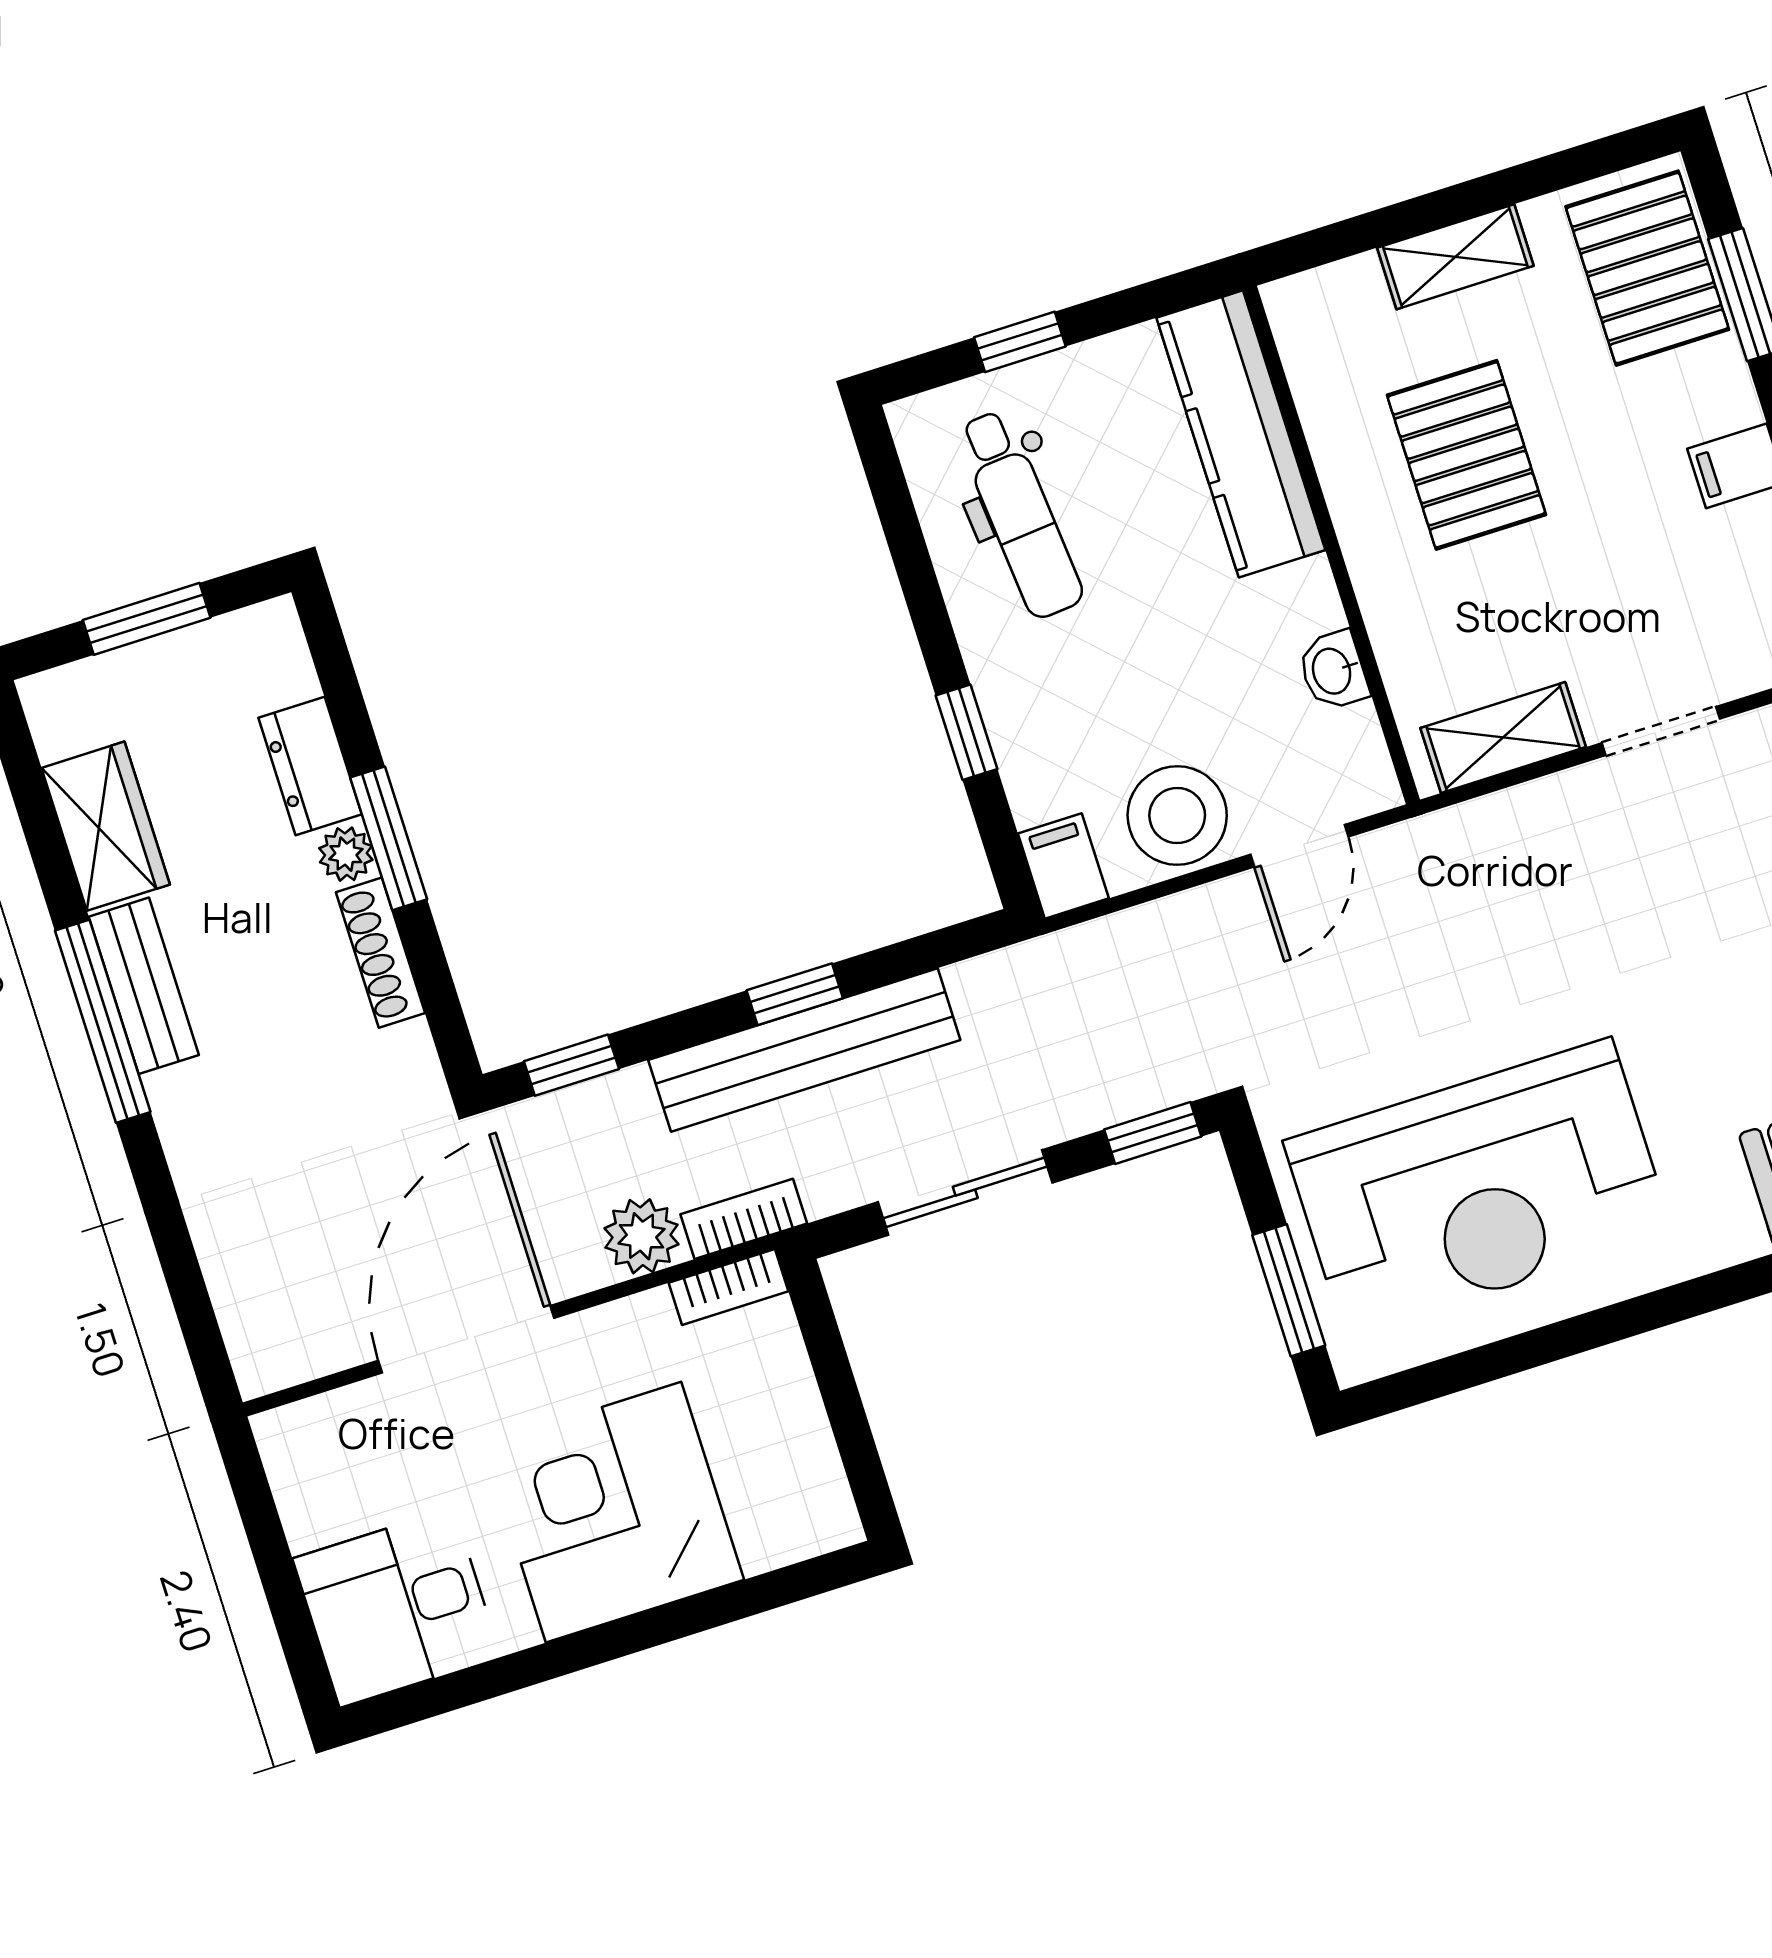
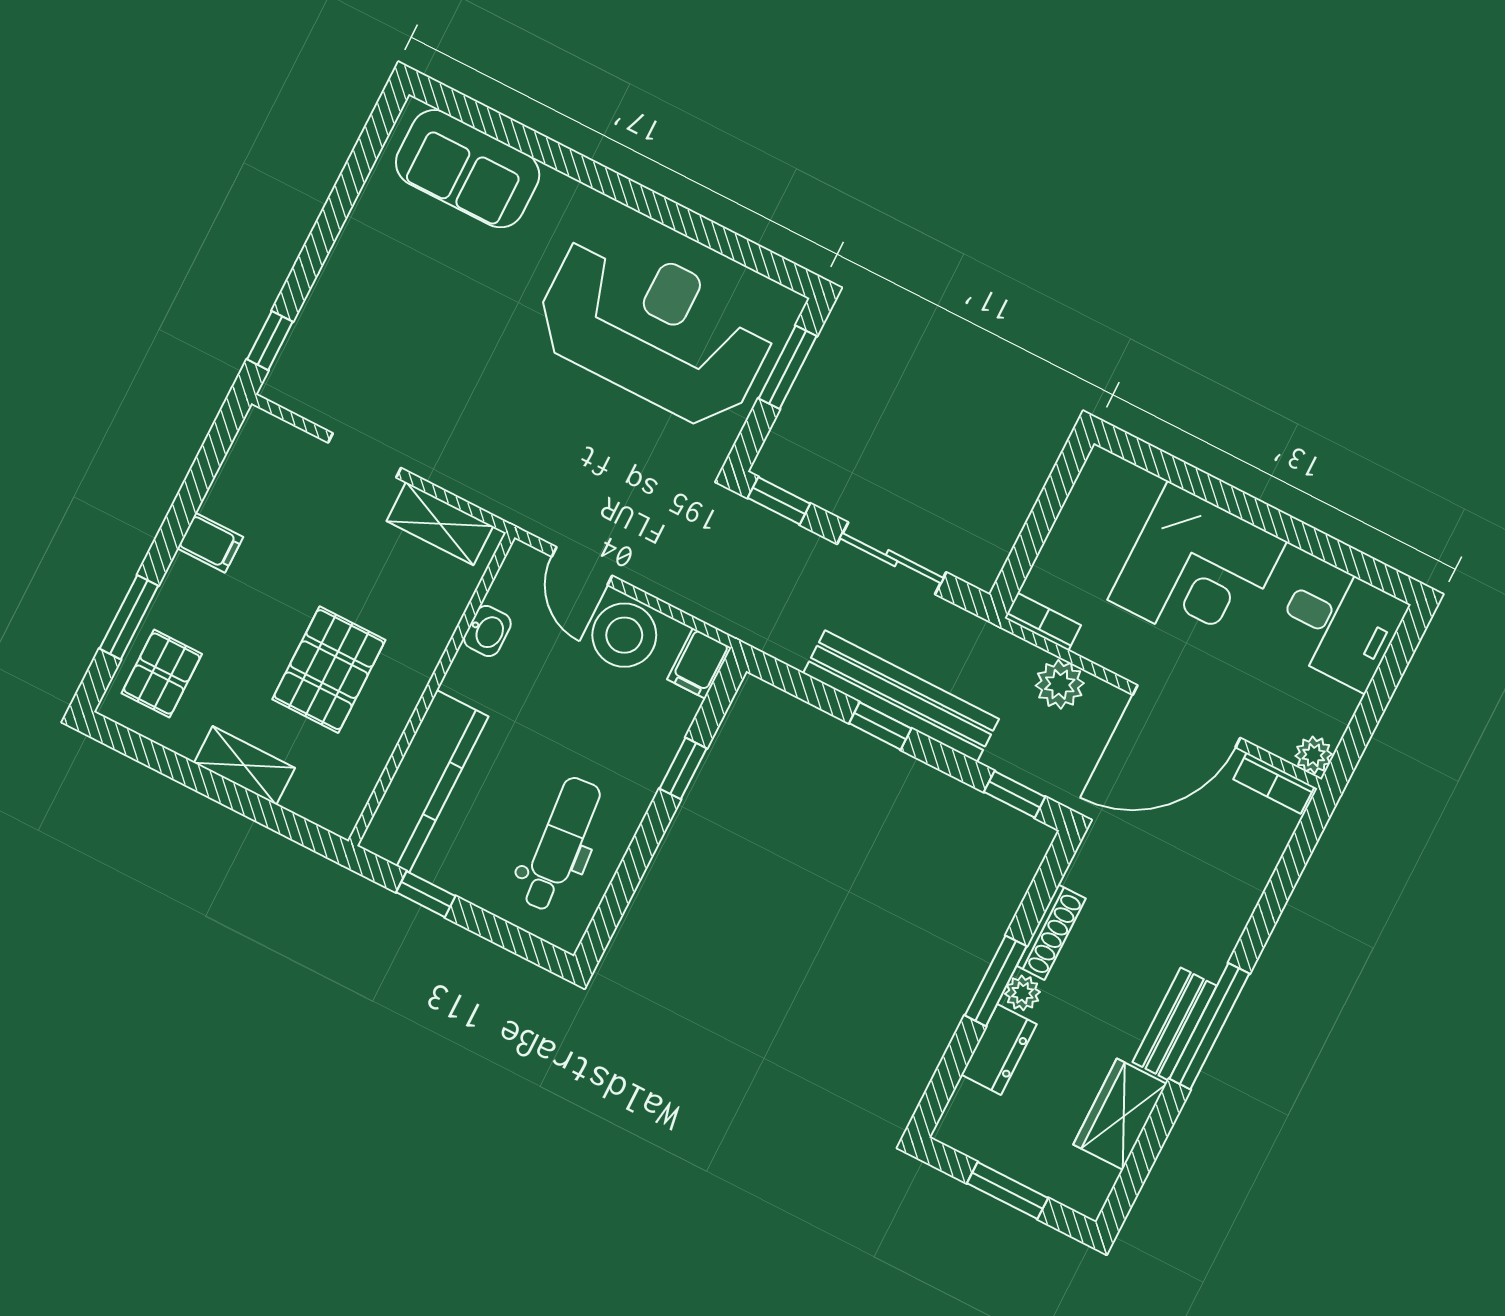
pallet: (1647, 268) -> (162, 674), width x0.67, depth x0.71
window: (1020, 342) -> (426, 894), moved
door: (1299, 846) -> (582, 566), swing flipped
bookcase: (744, 1219) -> (1274, 783), moved
plant: (283, 1435) -> (1314, 755), added

